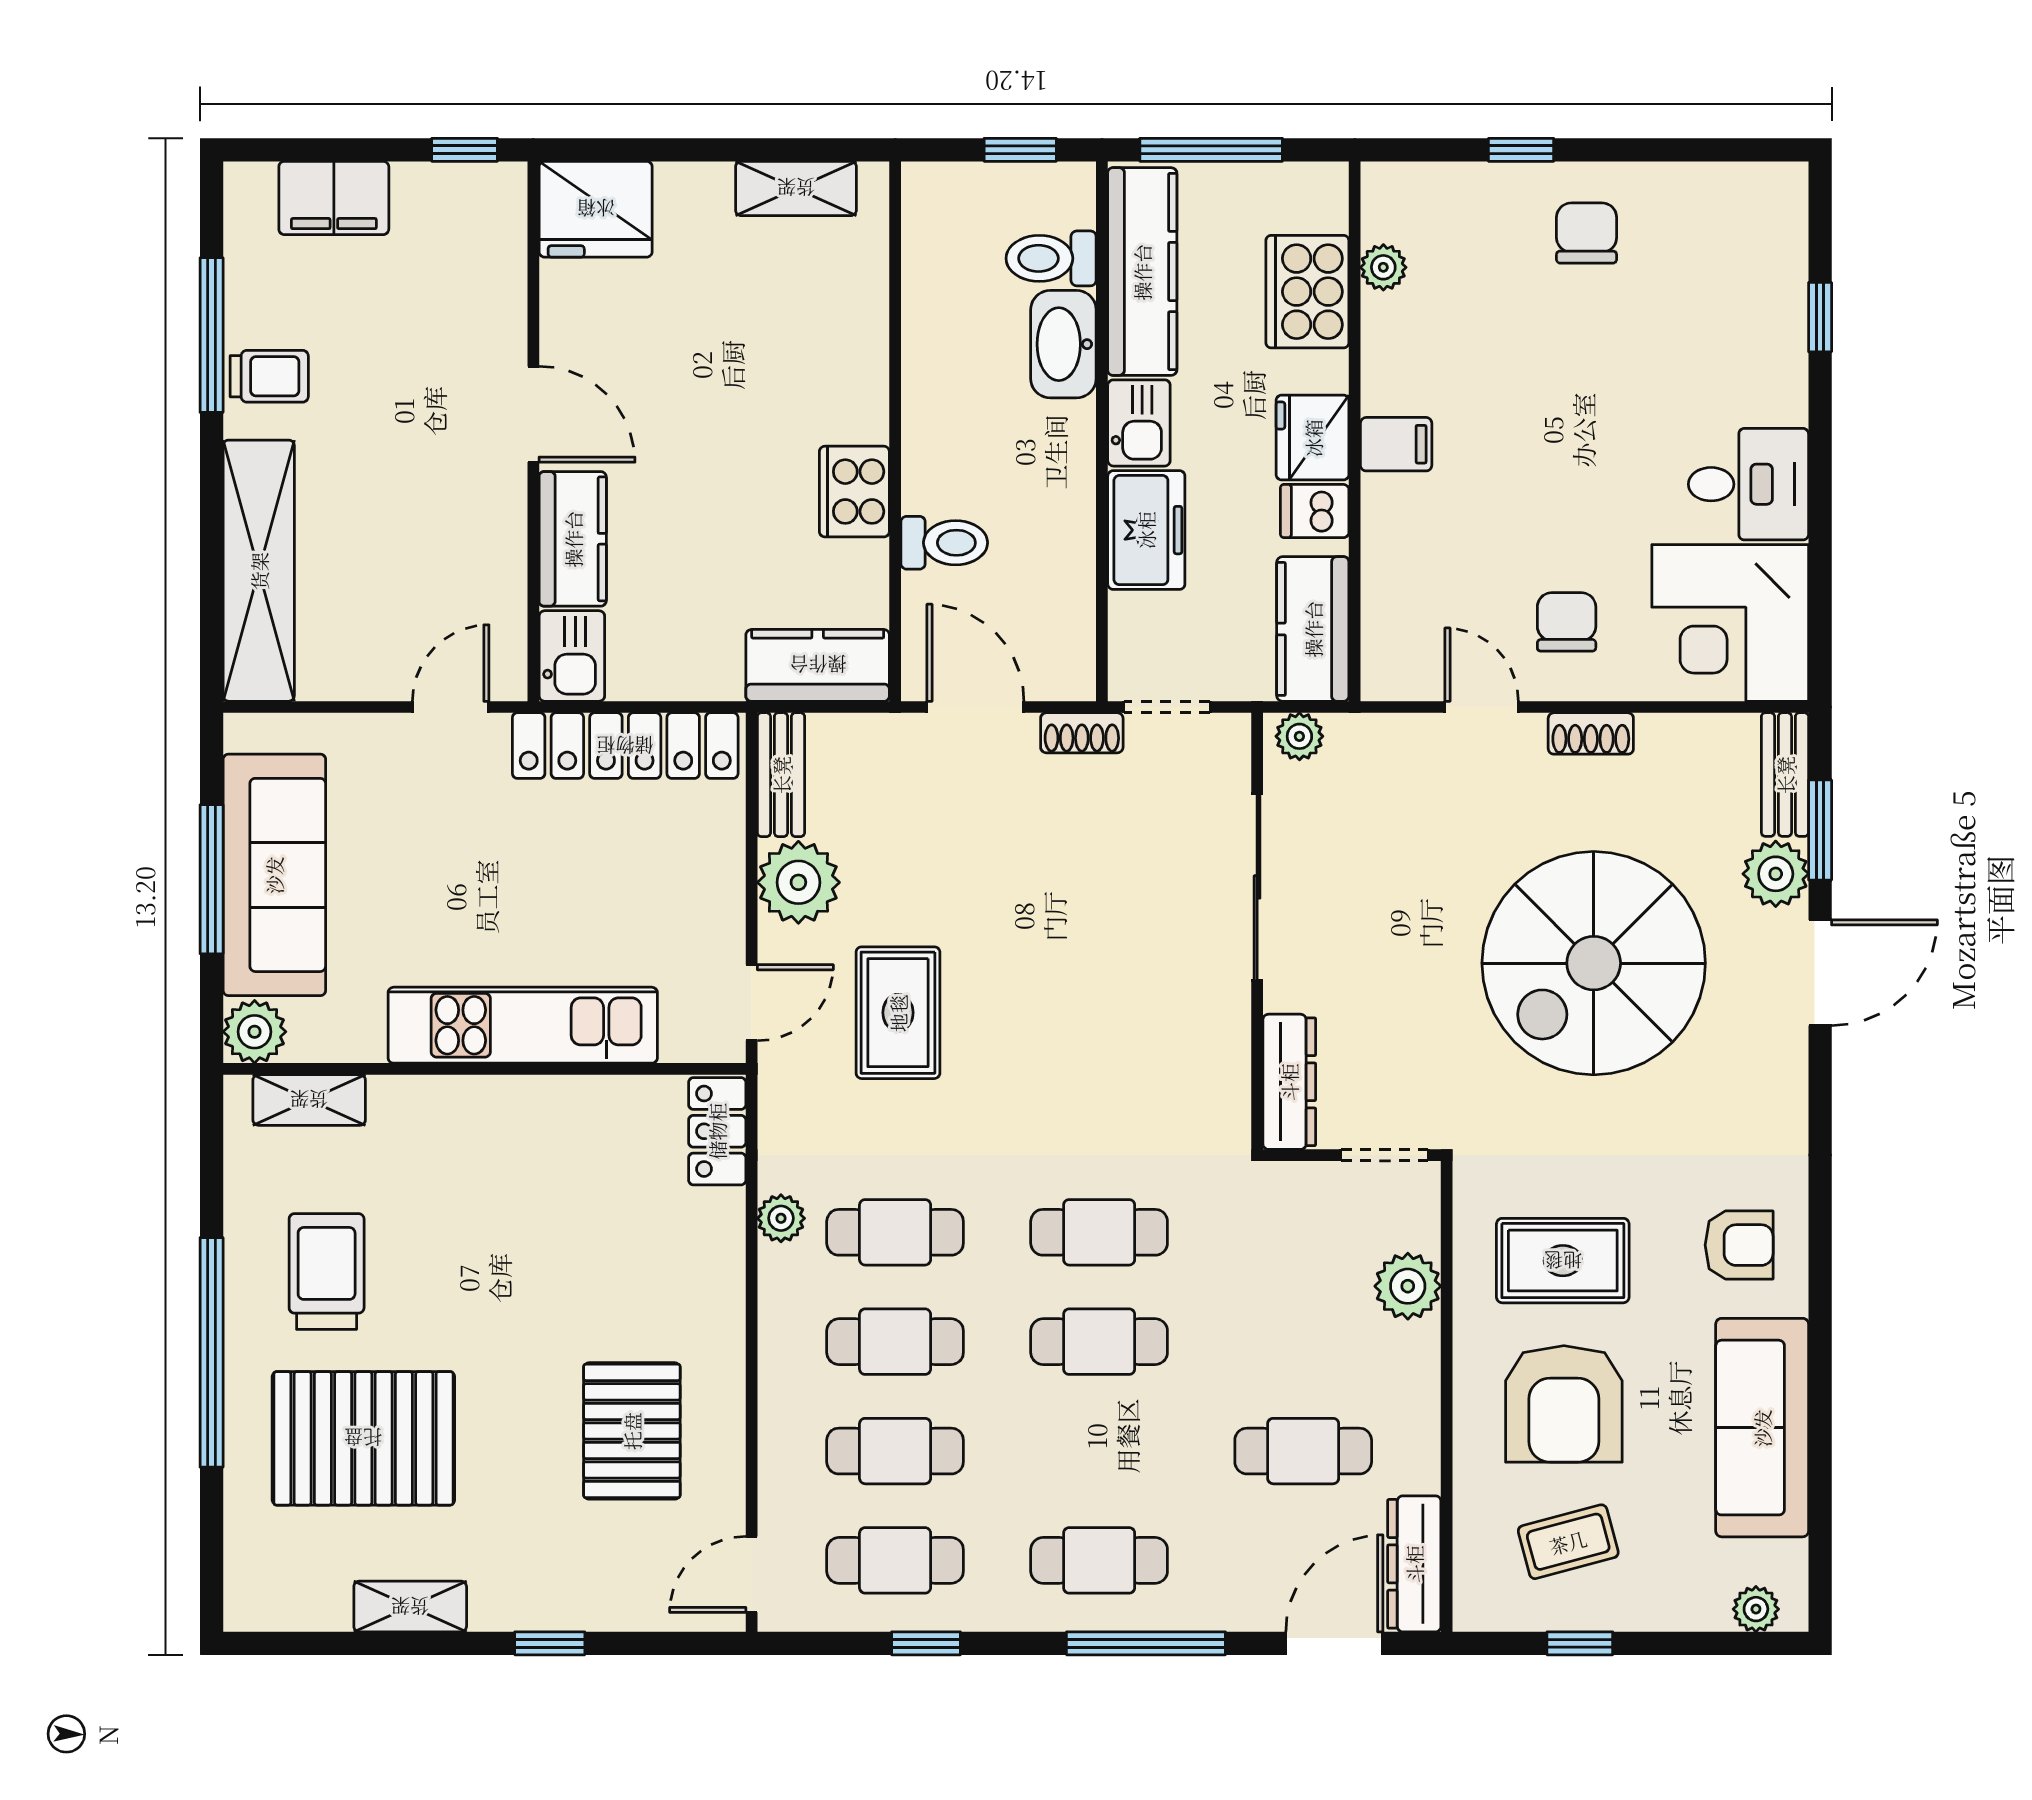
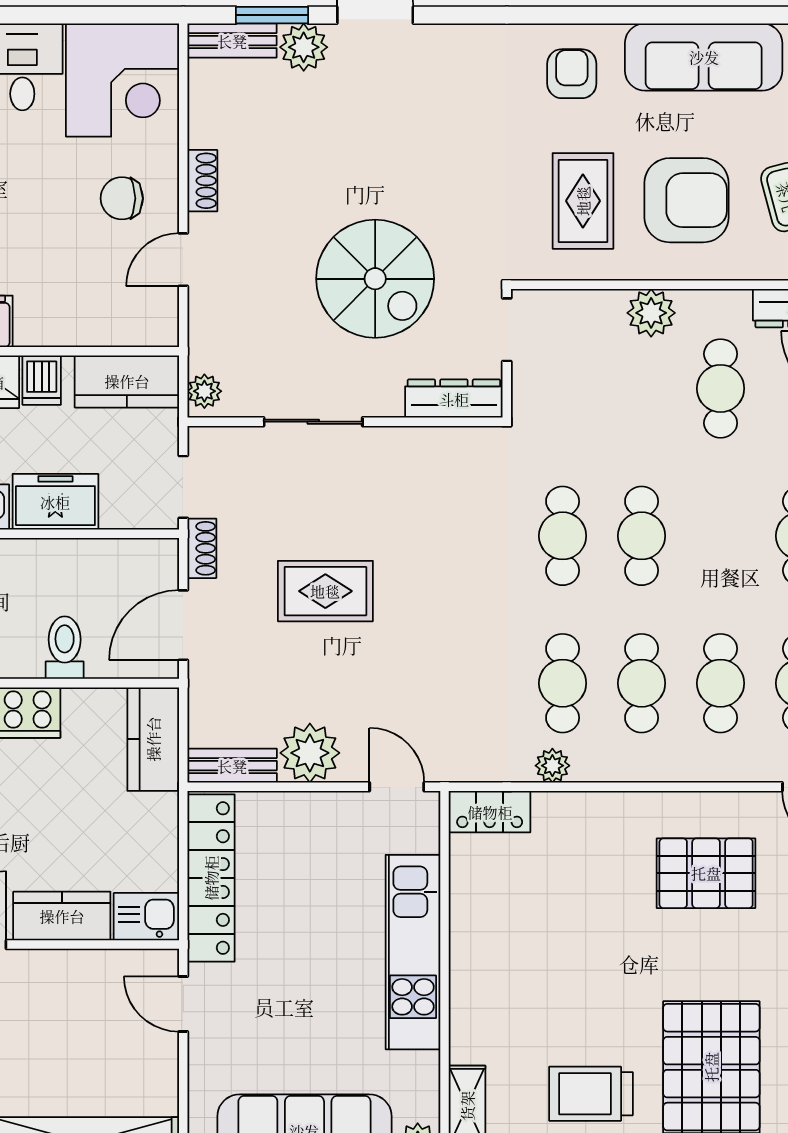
sliding door: (1257, 887) -> (313, 422), width x0.73
spiral stairs: (1594, 963) -> (375, 279), moved, width x0.73, depth x0.73
rug: (898, 1013) -> (325, 591), moved
plant: (1408, 1286) -> (651, 313), moved

